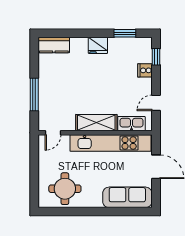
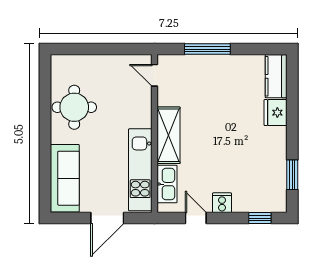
fridge: (98, 45) -> (276, 113), moved
cooker: (145, 70) -> (222, 203), moved
kitchen unit: (110, 143) -> (140, 170), width x0.73
round table: (65, 189) -> (74, 107), moved

